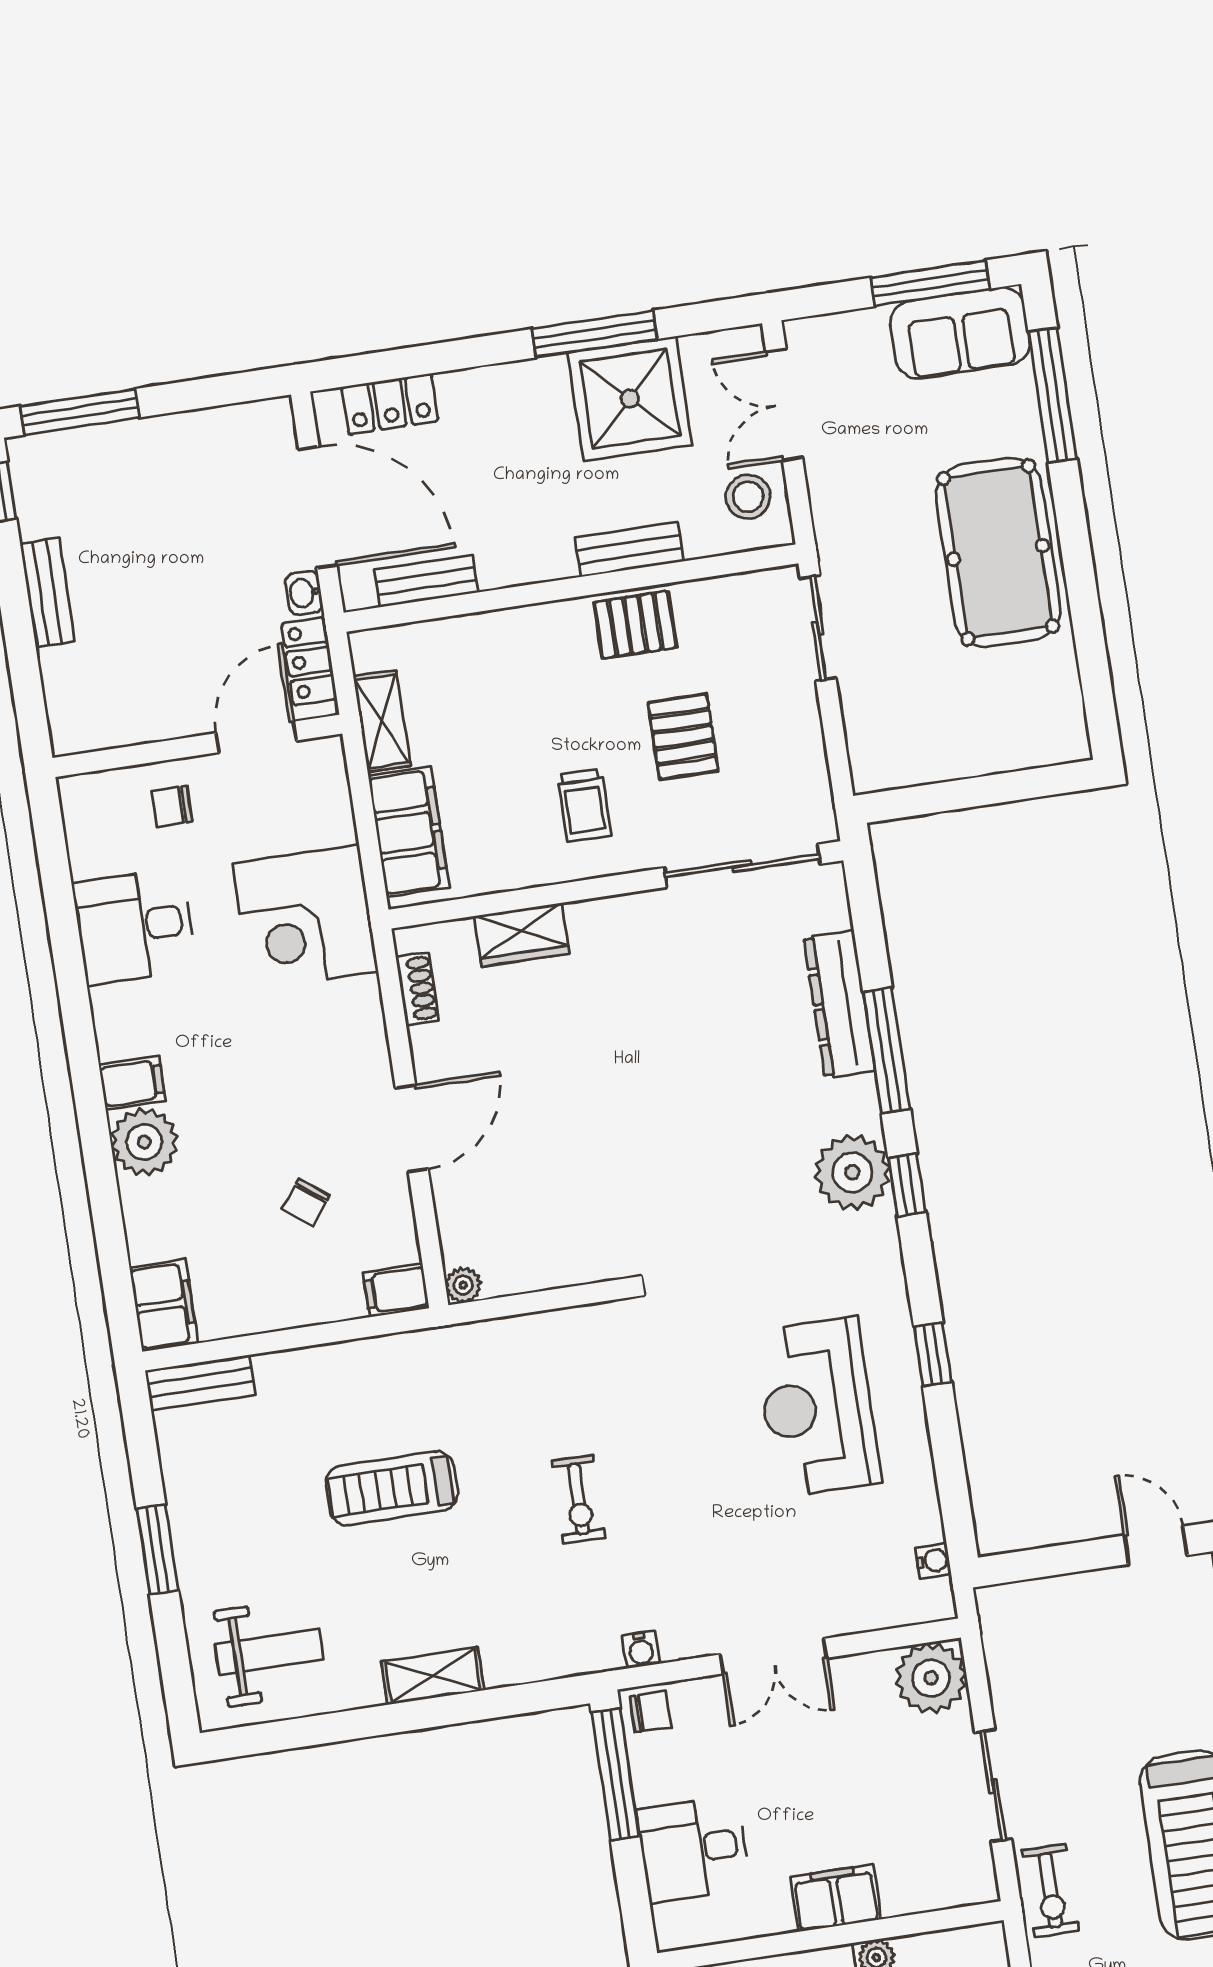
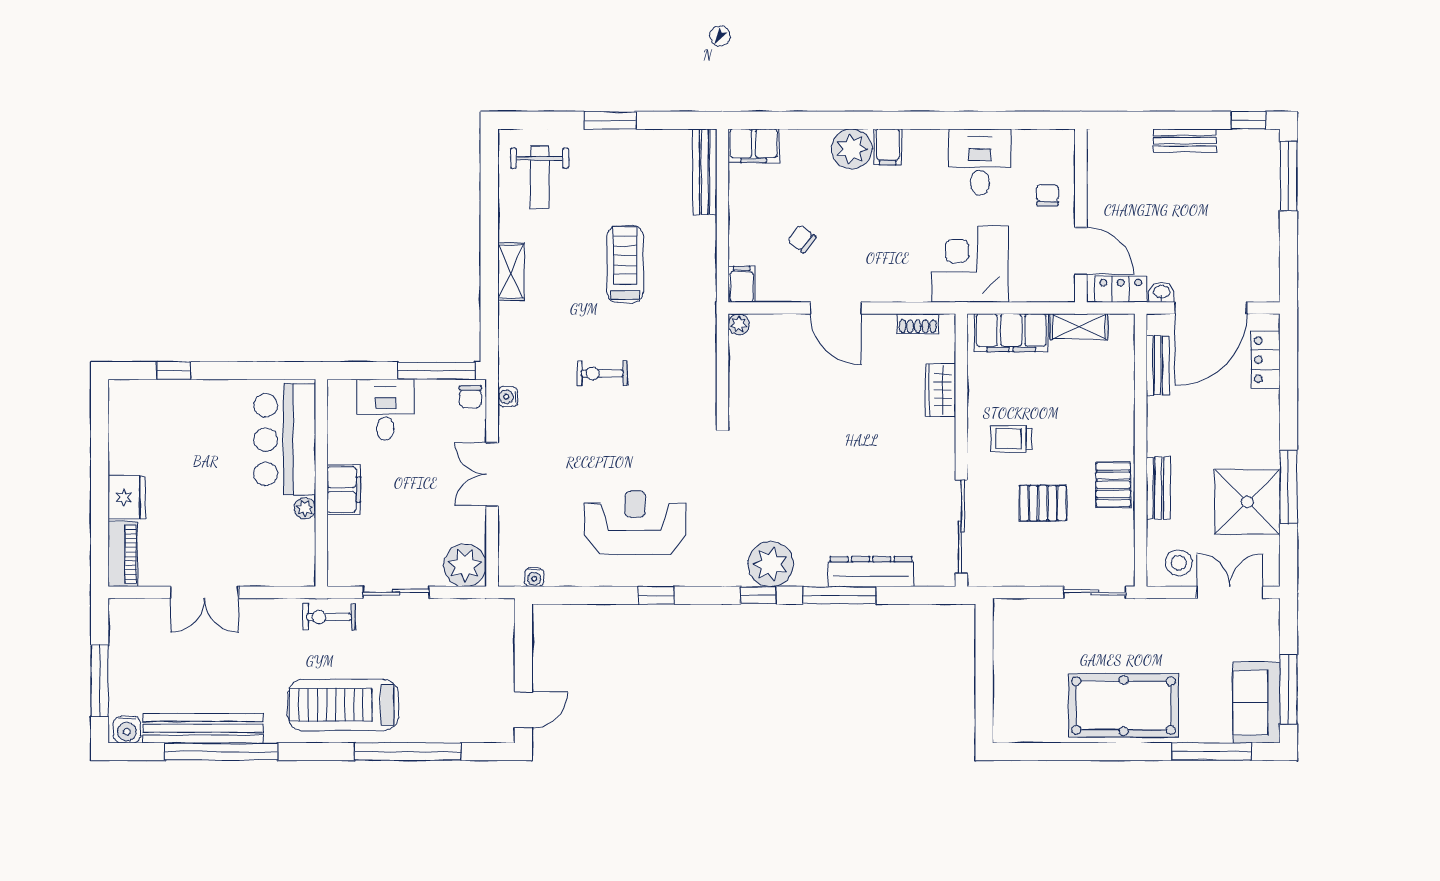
bench: (200, 1383) -> (705, 172), width x1.36

